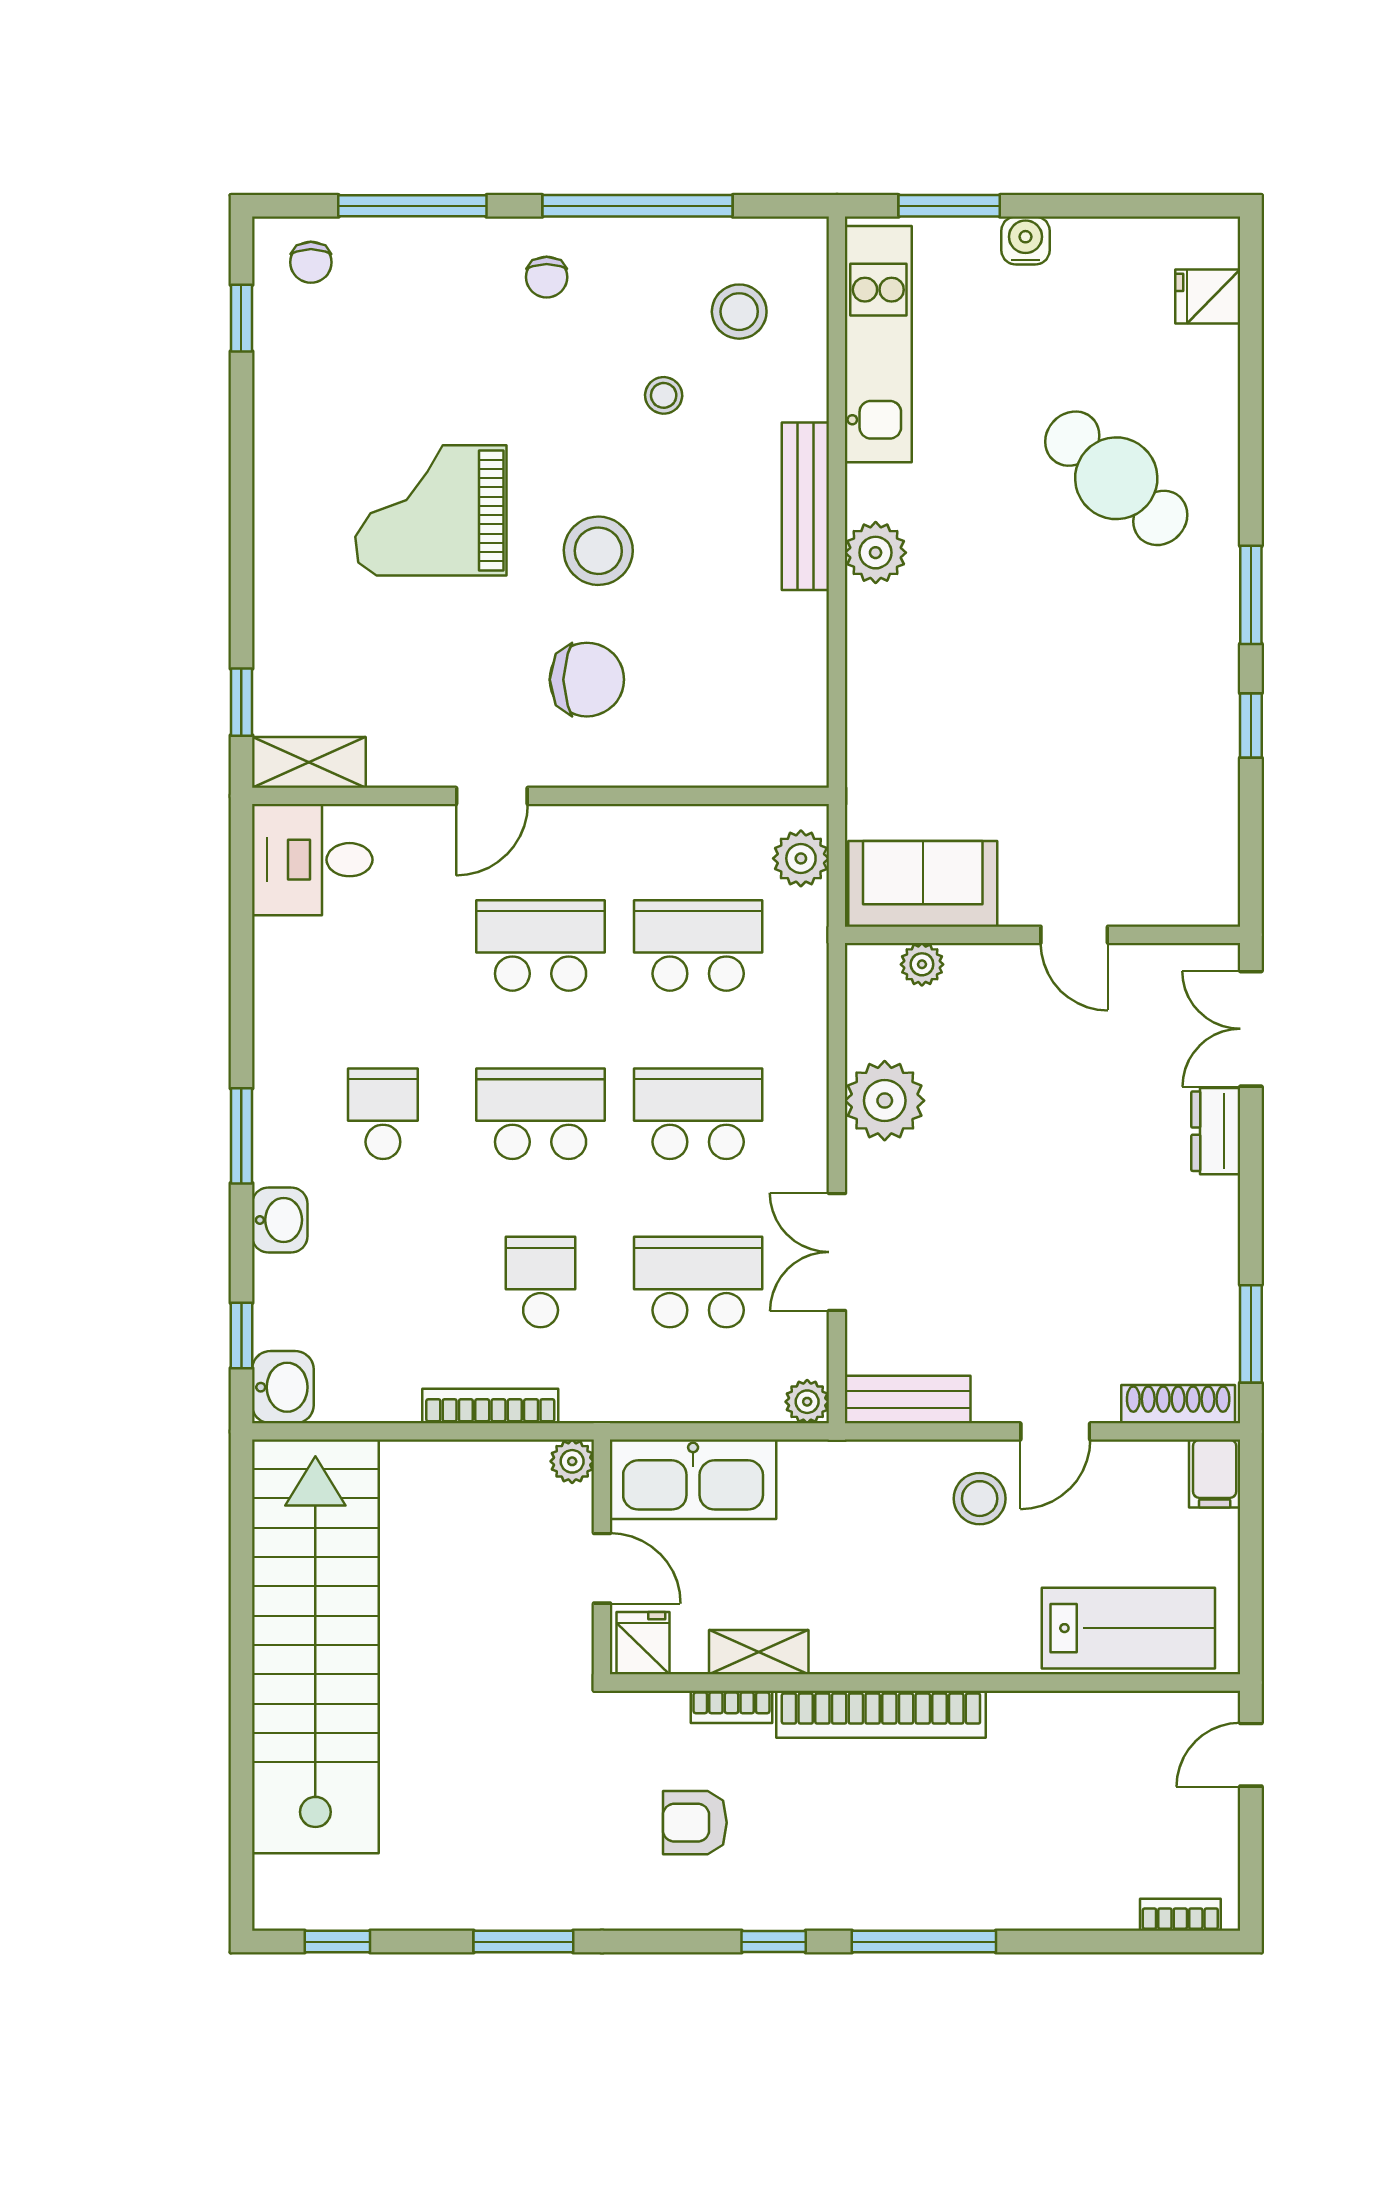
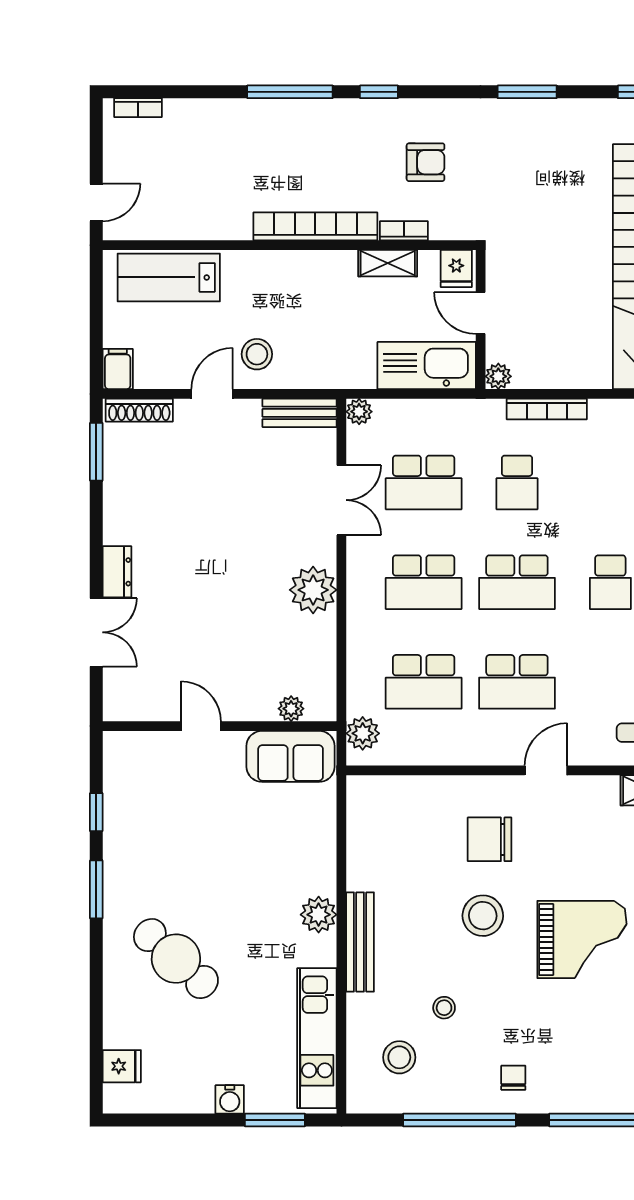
sofa: (923, 884) -> (291, 756), moved
wall: (1043, 935) -> (220, 726), moved
door: (1074, 935) -> (201, 726), moved
plant: (922, 964) -> (291, 709), moved

